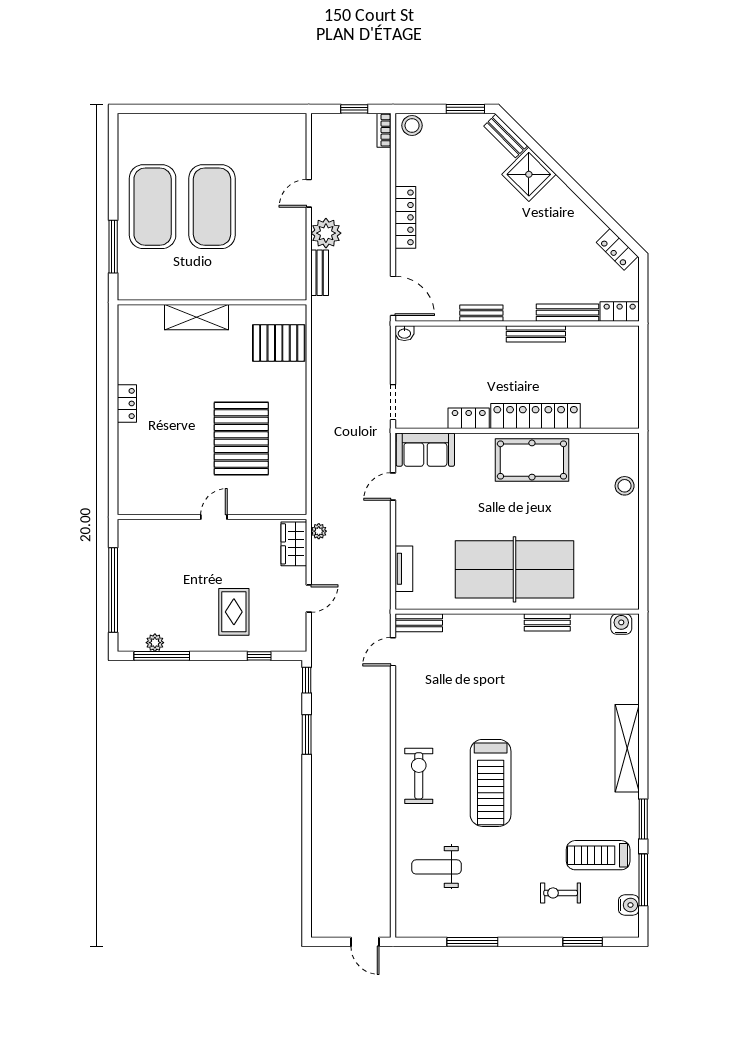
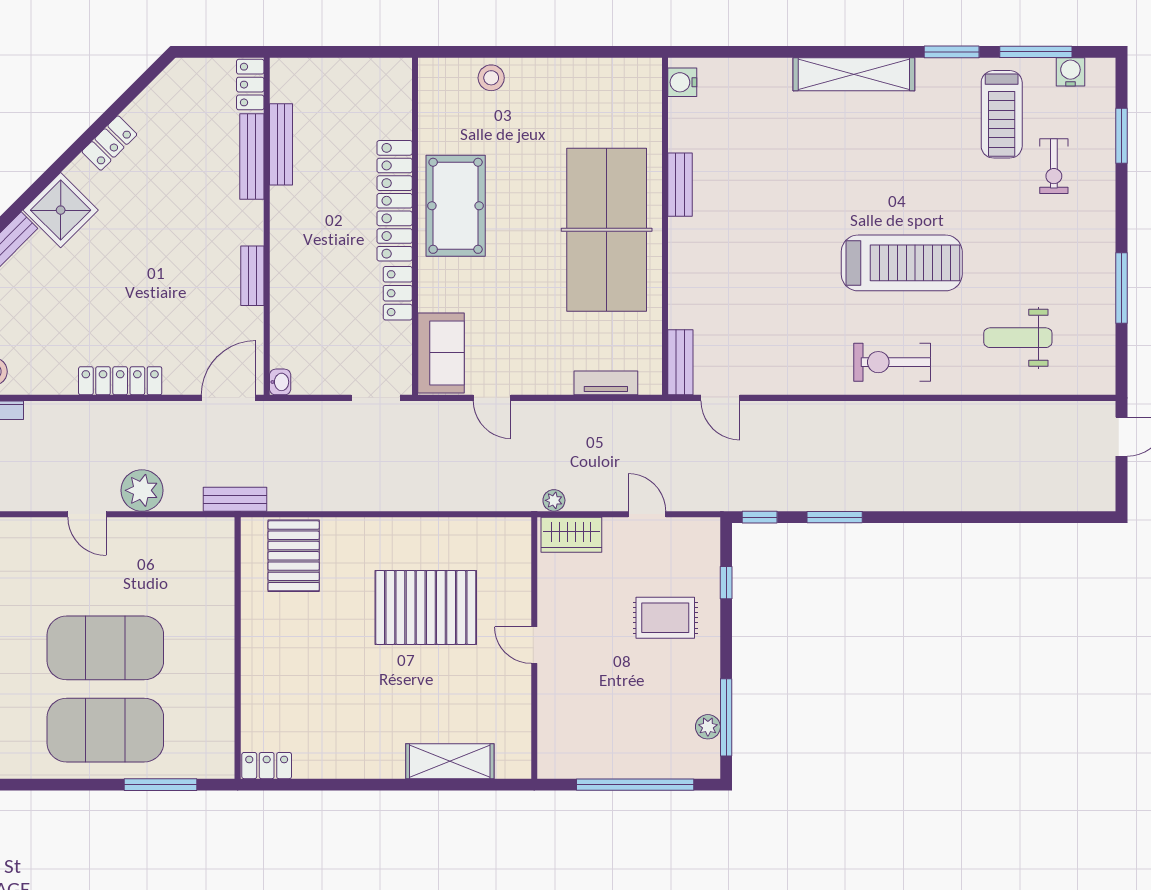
locker: (617, 249) -> (109, 143), moved
bench: (320, 273) -> (235, 499), moved
shelving: (197, 317) -> (450, 761), moved, turned 90
bench: (536, 334) -> (281, 144), moved
locker: (127, 403) -> (267, 766), moved
weight bench: (436, 867) -> (1018, 338), turned 90

